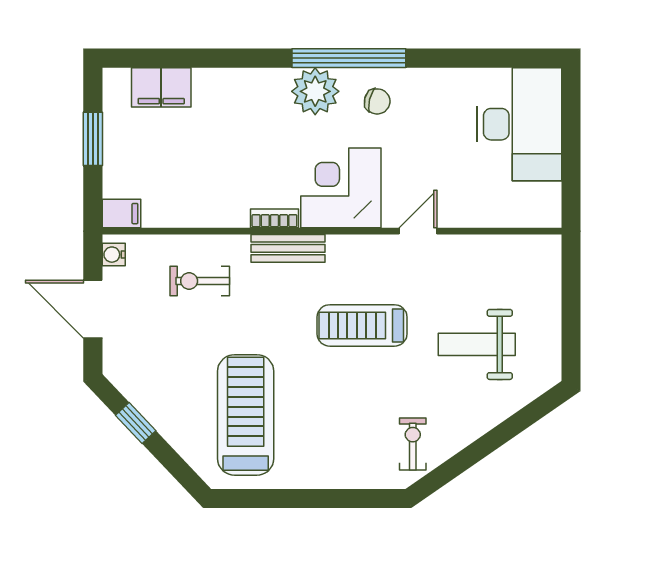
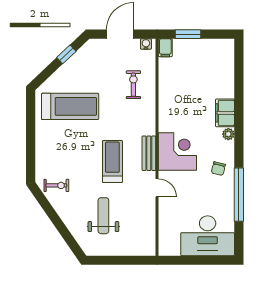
window: (349, 58) -> (239, 195), moved
filing cabinet: (161, 87) -> (225, 113), moved
plant: (315, 91) -> (228, 134), width x0.53, depth x0.53
window: (93, 139) -> (188, 34), moved
bookcase: (274, 218) -> (163, 120), removed
bench: (288, 248) -> (149, 153), moved

